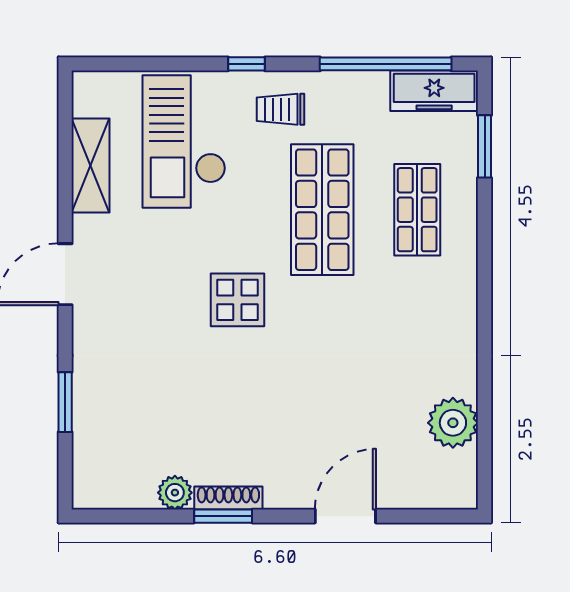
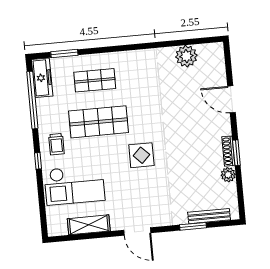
bench: (85, 440) -> (209, 216), added

